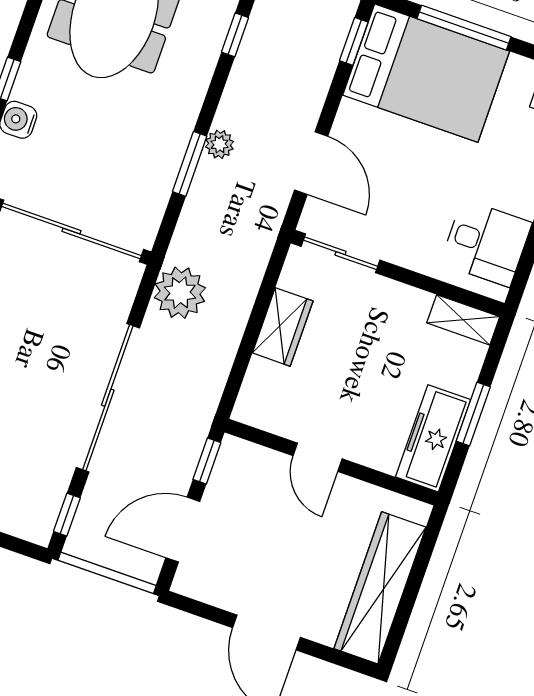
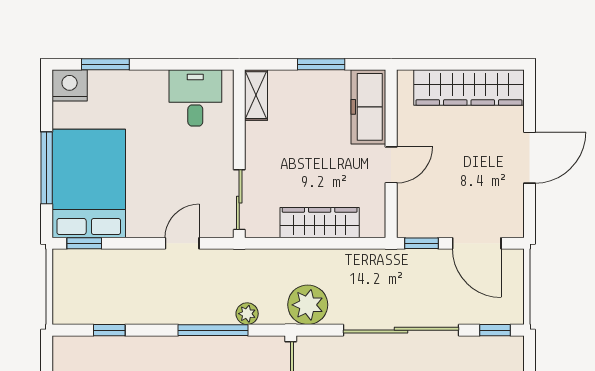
plant: (219, 144) -> (247, 314), moved
door: (311, 163) -> (182, 243), width x0.73
window: (190, 164) -> (213, 330), width x1.44
wardrobe: (283, 327) -> (320, 223), width x1.50
freezer: (433, 438) -> (368, 107), moved, turned 90

